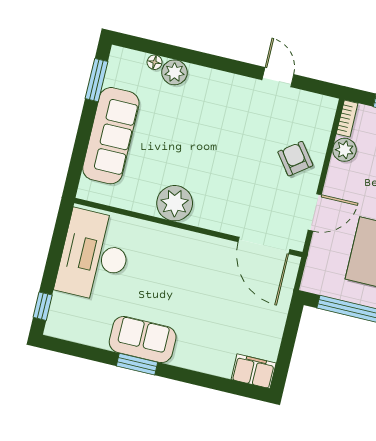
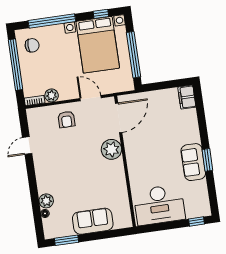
sofa: (111, 136) -> (93, 221), width x0.73
armchair: (295, 159) -> (66, 119), turned -53
plant: (175, 203) -> (111, 149), moved

